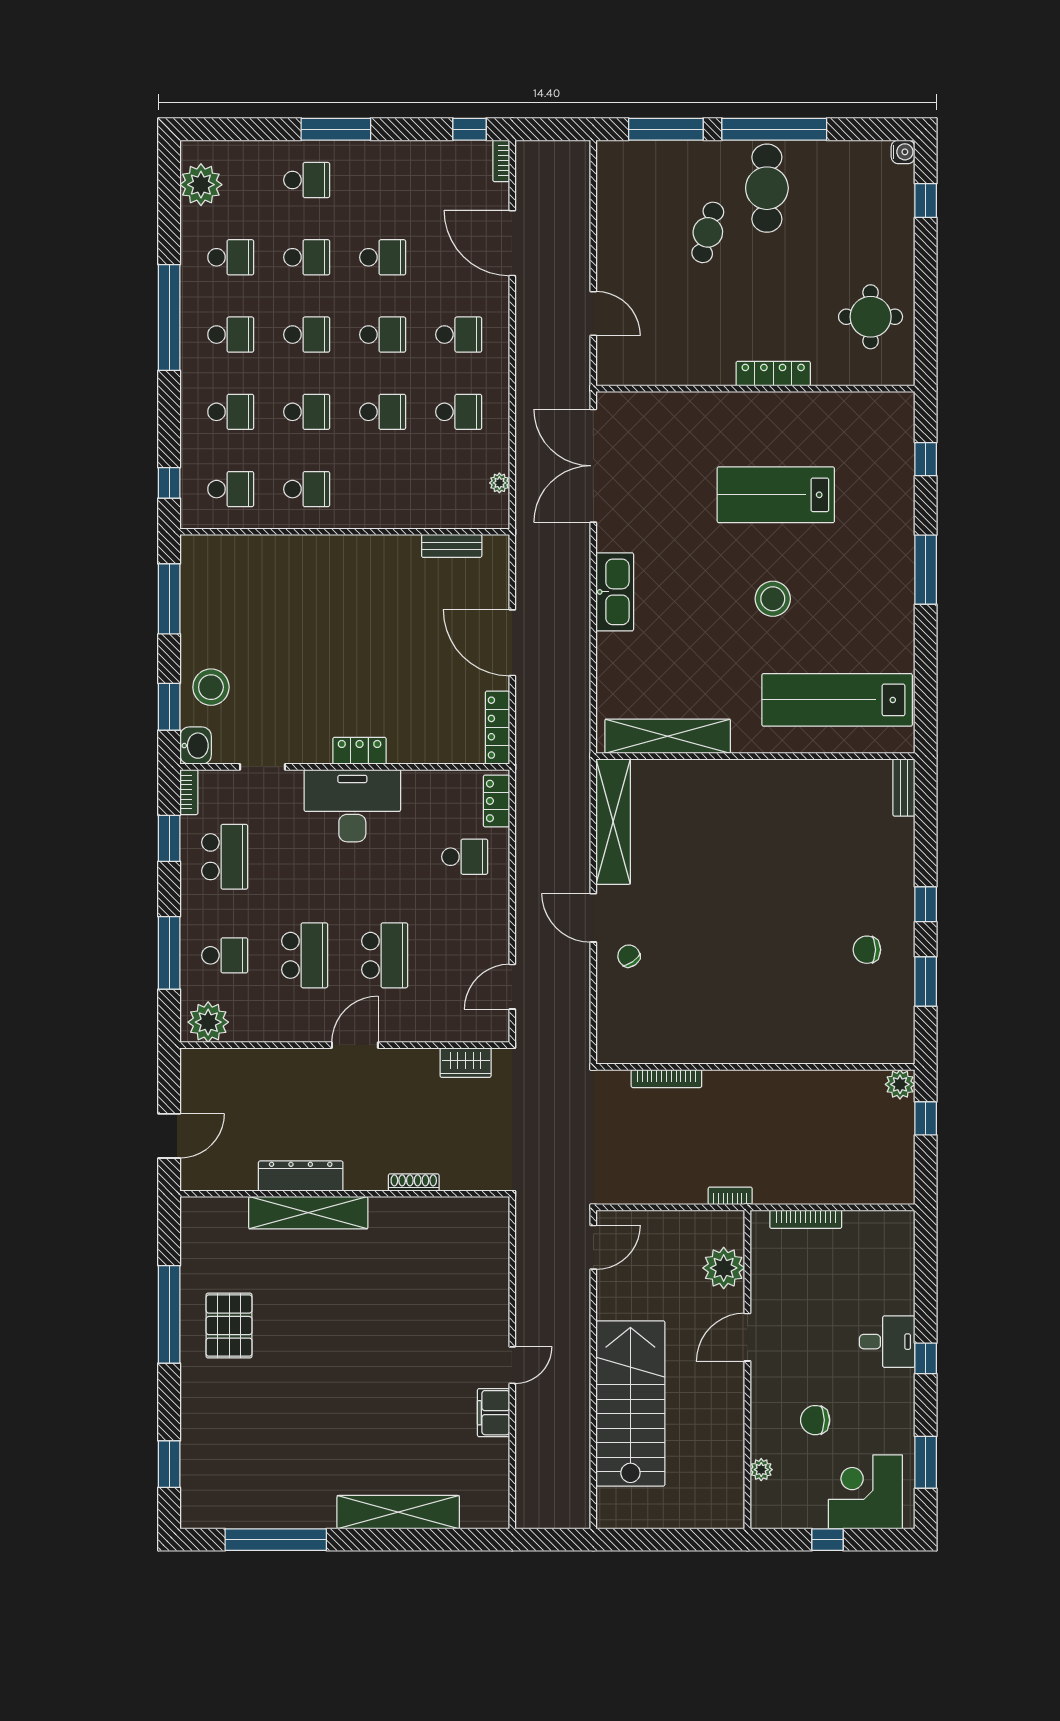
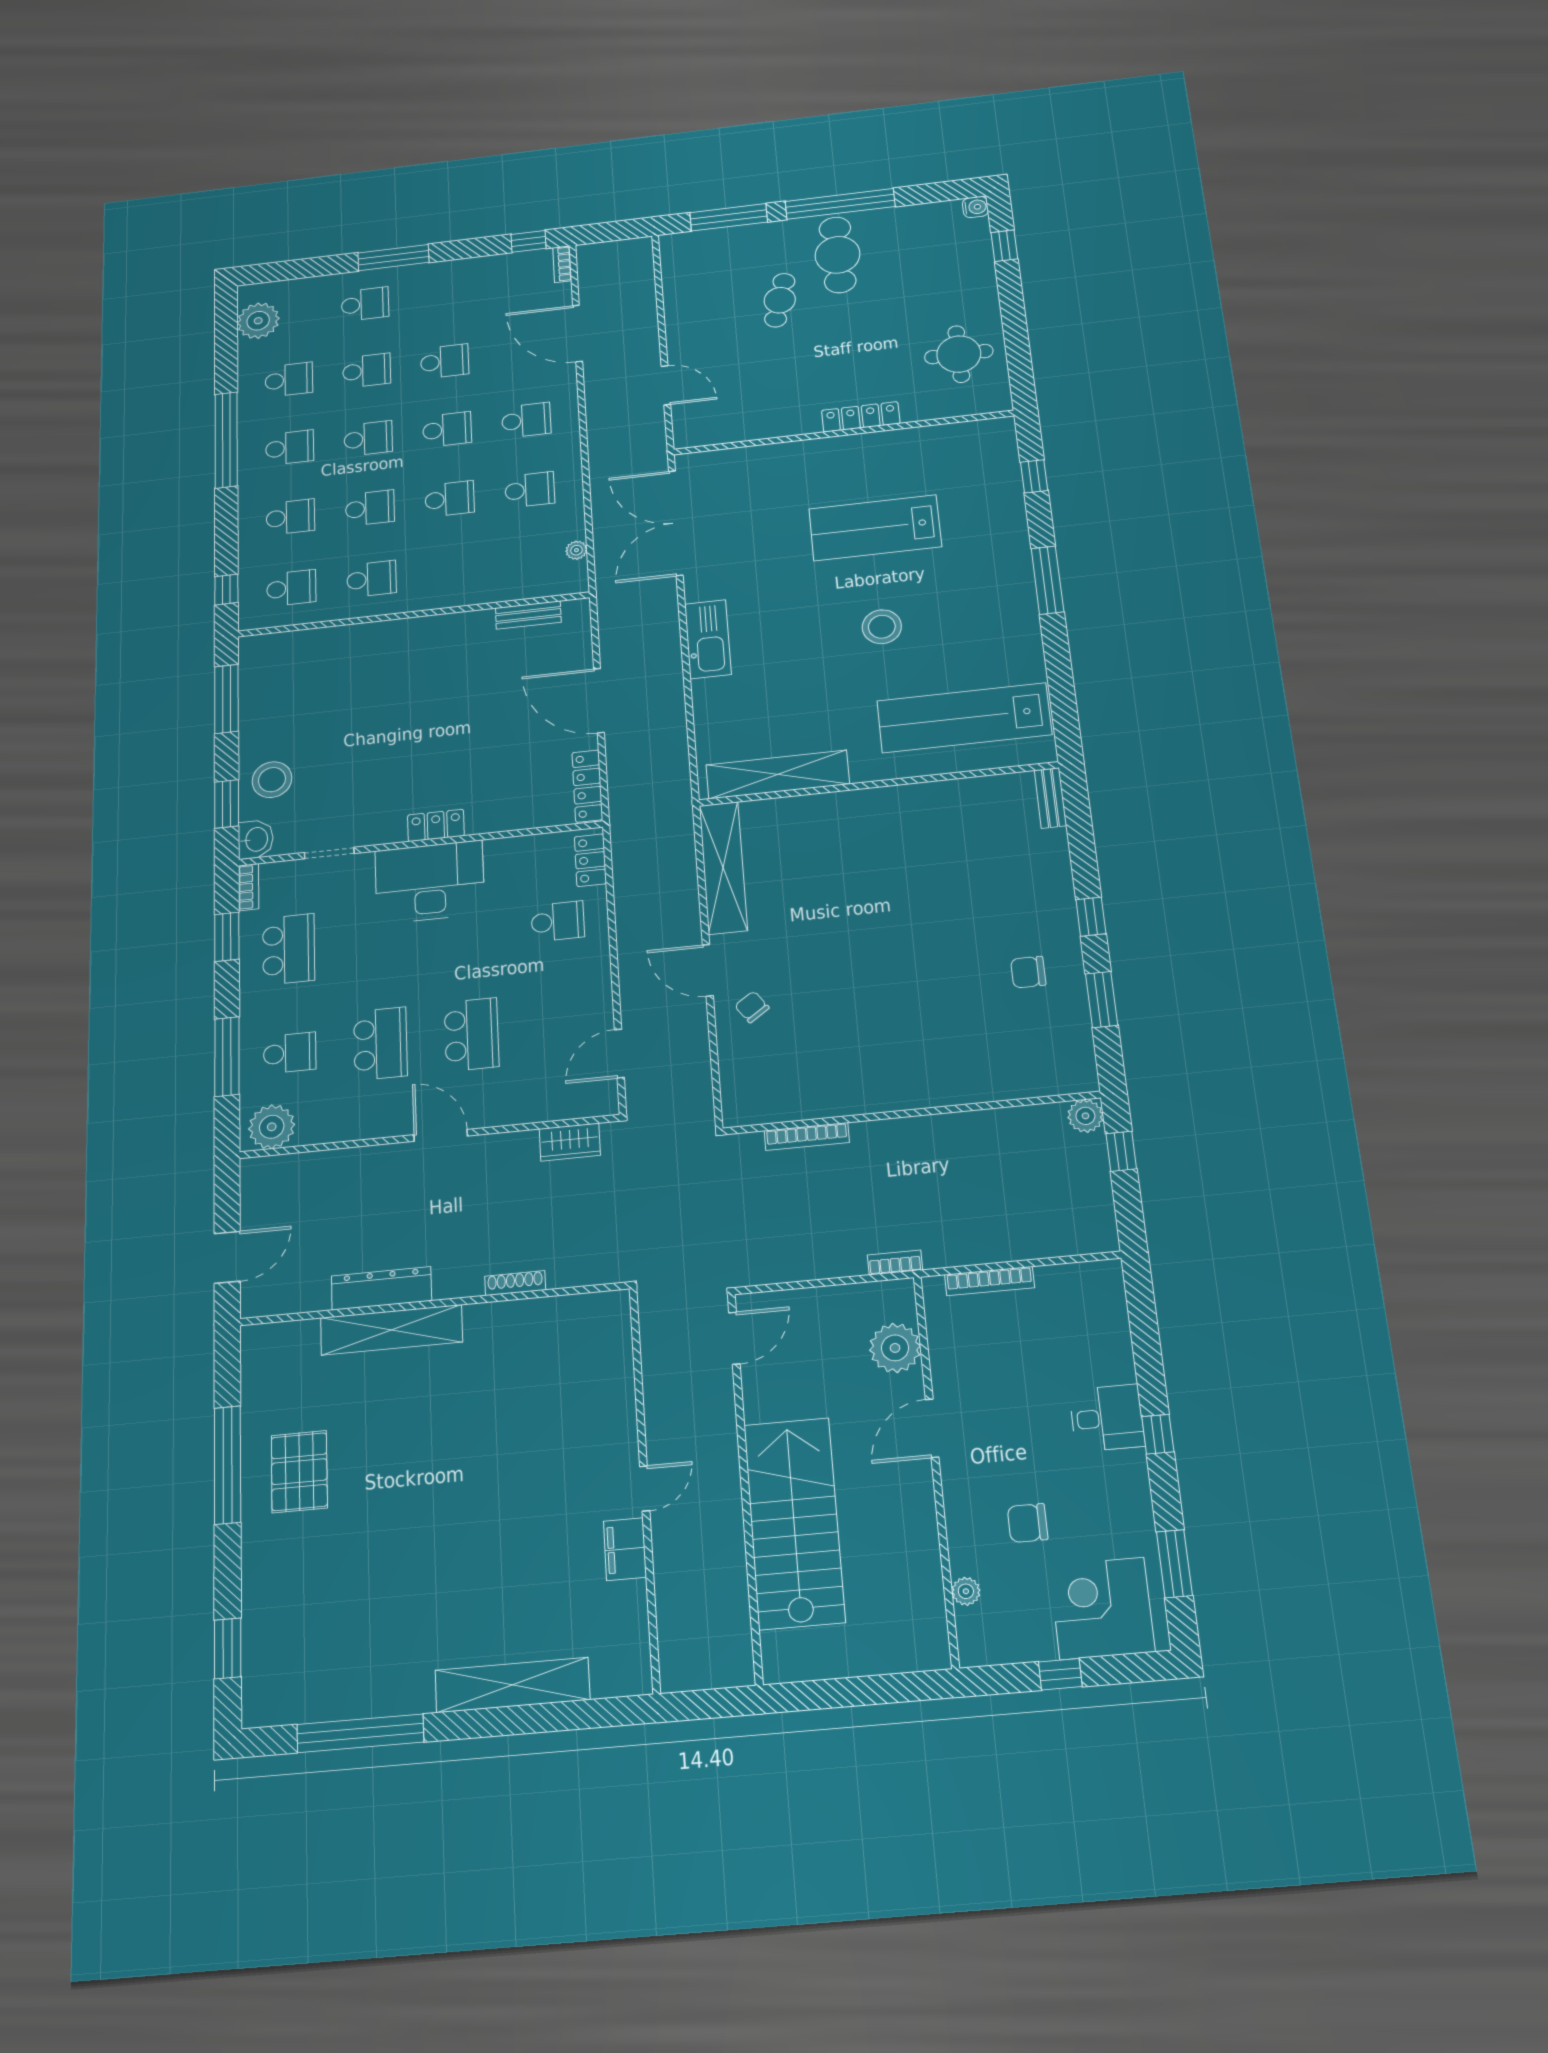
door: (355, 1045) -> (441, 1135), hinge flipped

